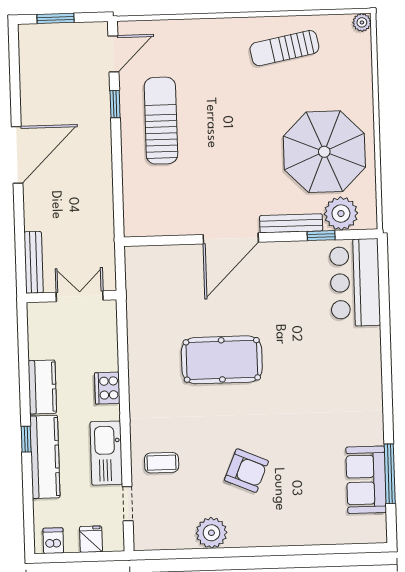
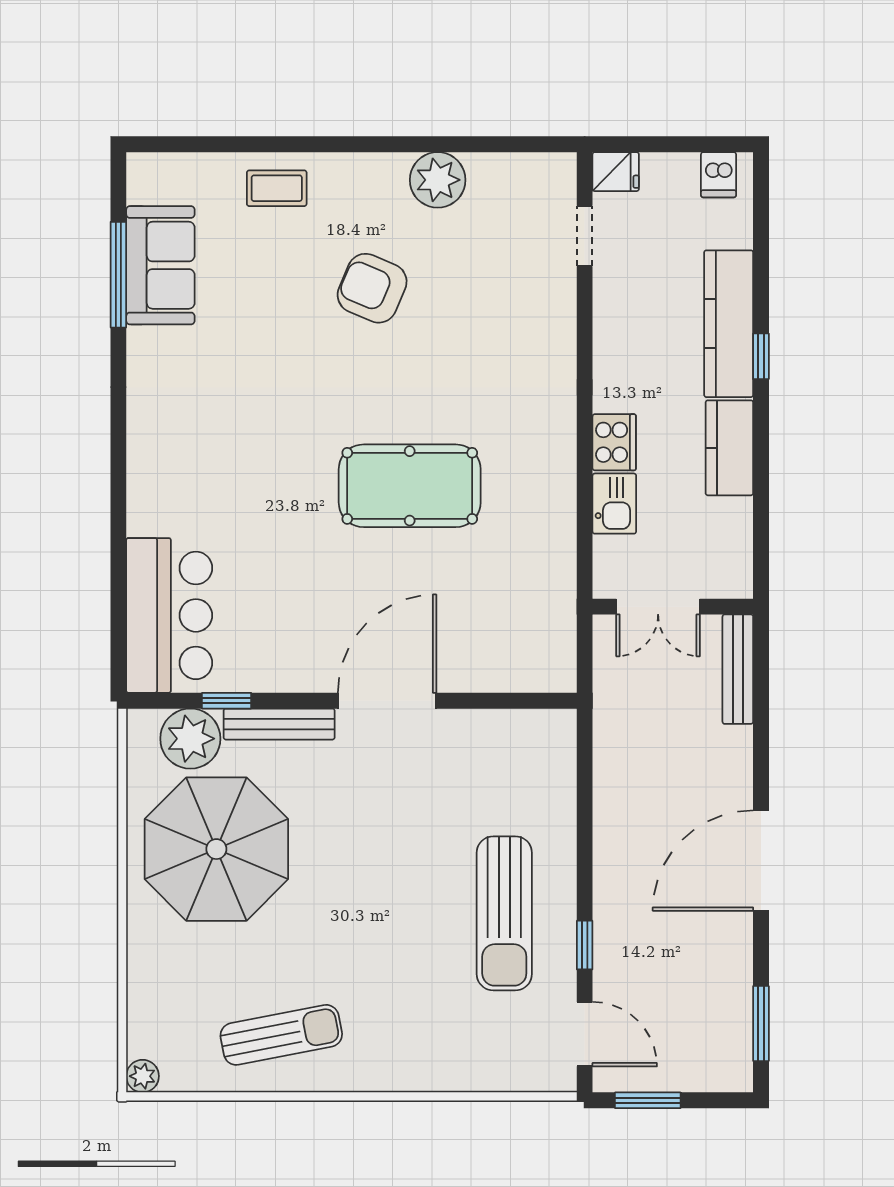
window: (55, 18) -> (648, 1100), moved
door: (113, 54) -> (585, 1034), swing flipped
window: (14, 63) -> (761, 1024), added
kitchen sink: (106, 453) -> (614, 504), moved, width x0.53, depth x0.81
coffee table: (162, 463) -> (277, 188), moved
fridge: (91, 539) -> (616, 172), moved, turned -90

